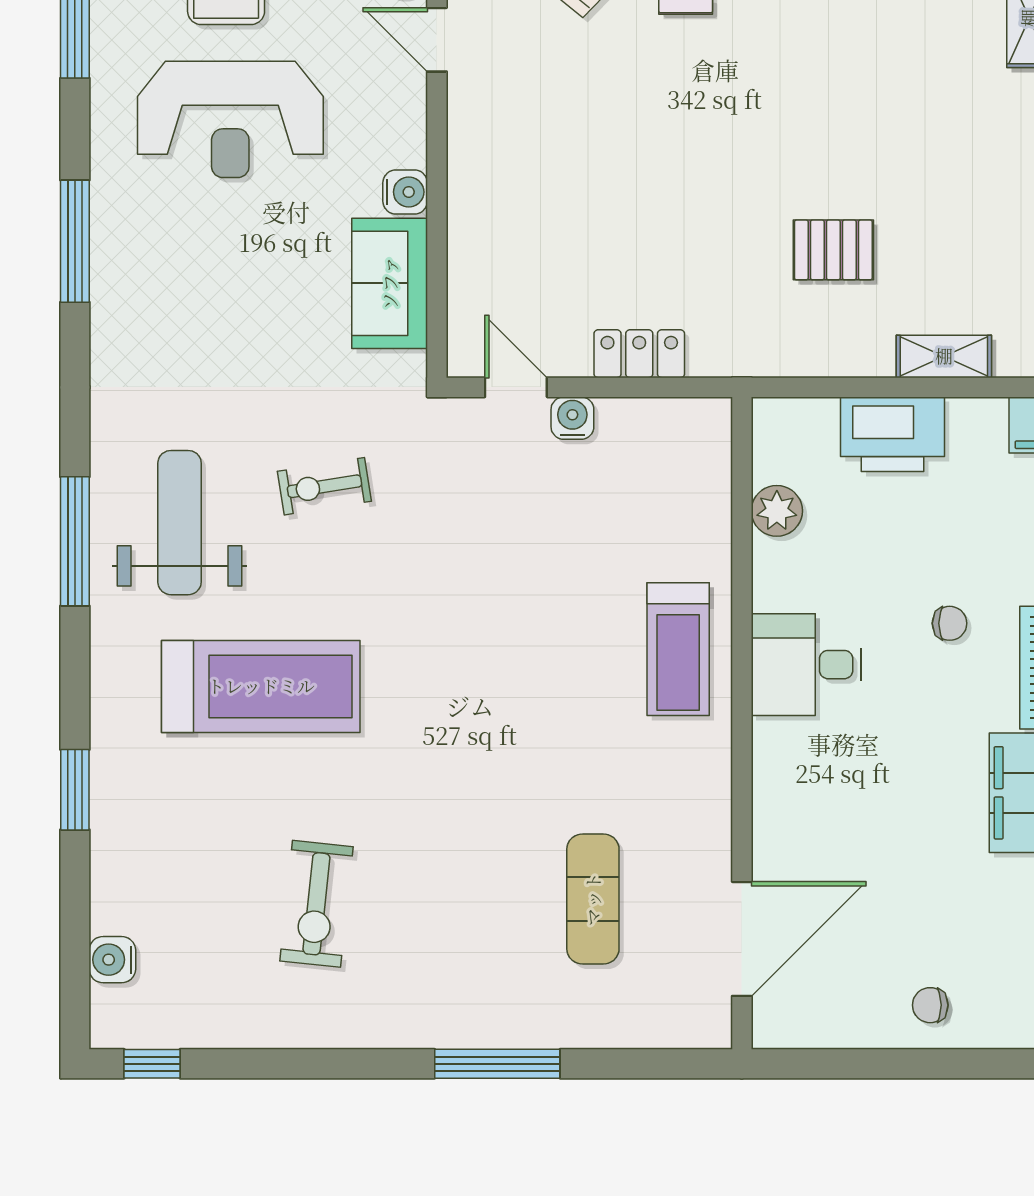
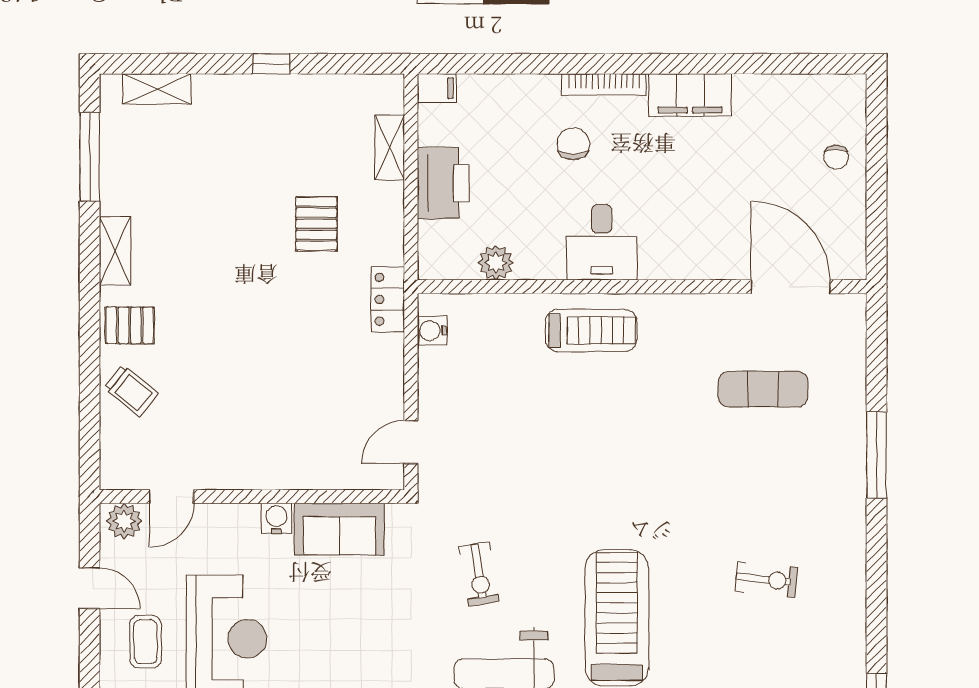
locker: (639, 354) -> (388, 299), moved
water cooler: (572, 418) -> (432, 331), moved
chair: (950, 623) -> (573, 144), width x1.37, depth x1.37
exercise bike: (316, 904) -> (766, 579), width x0.73, depth x0.72

